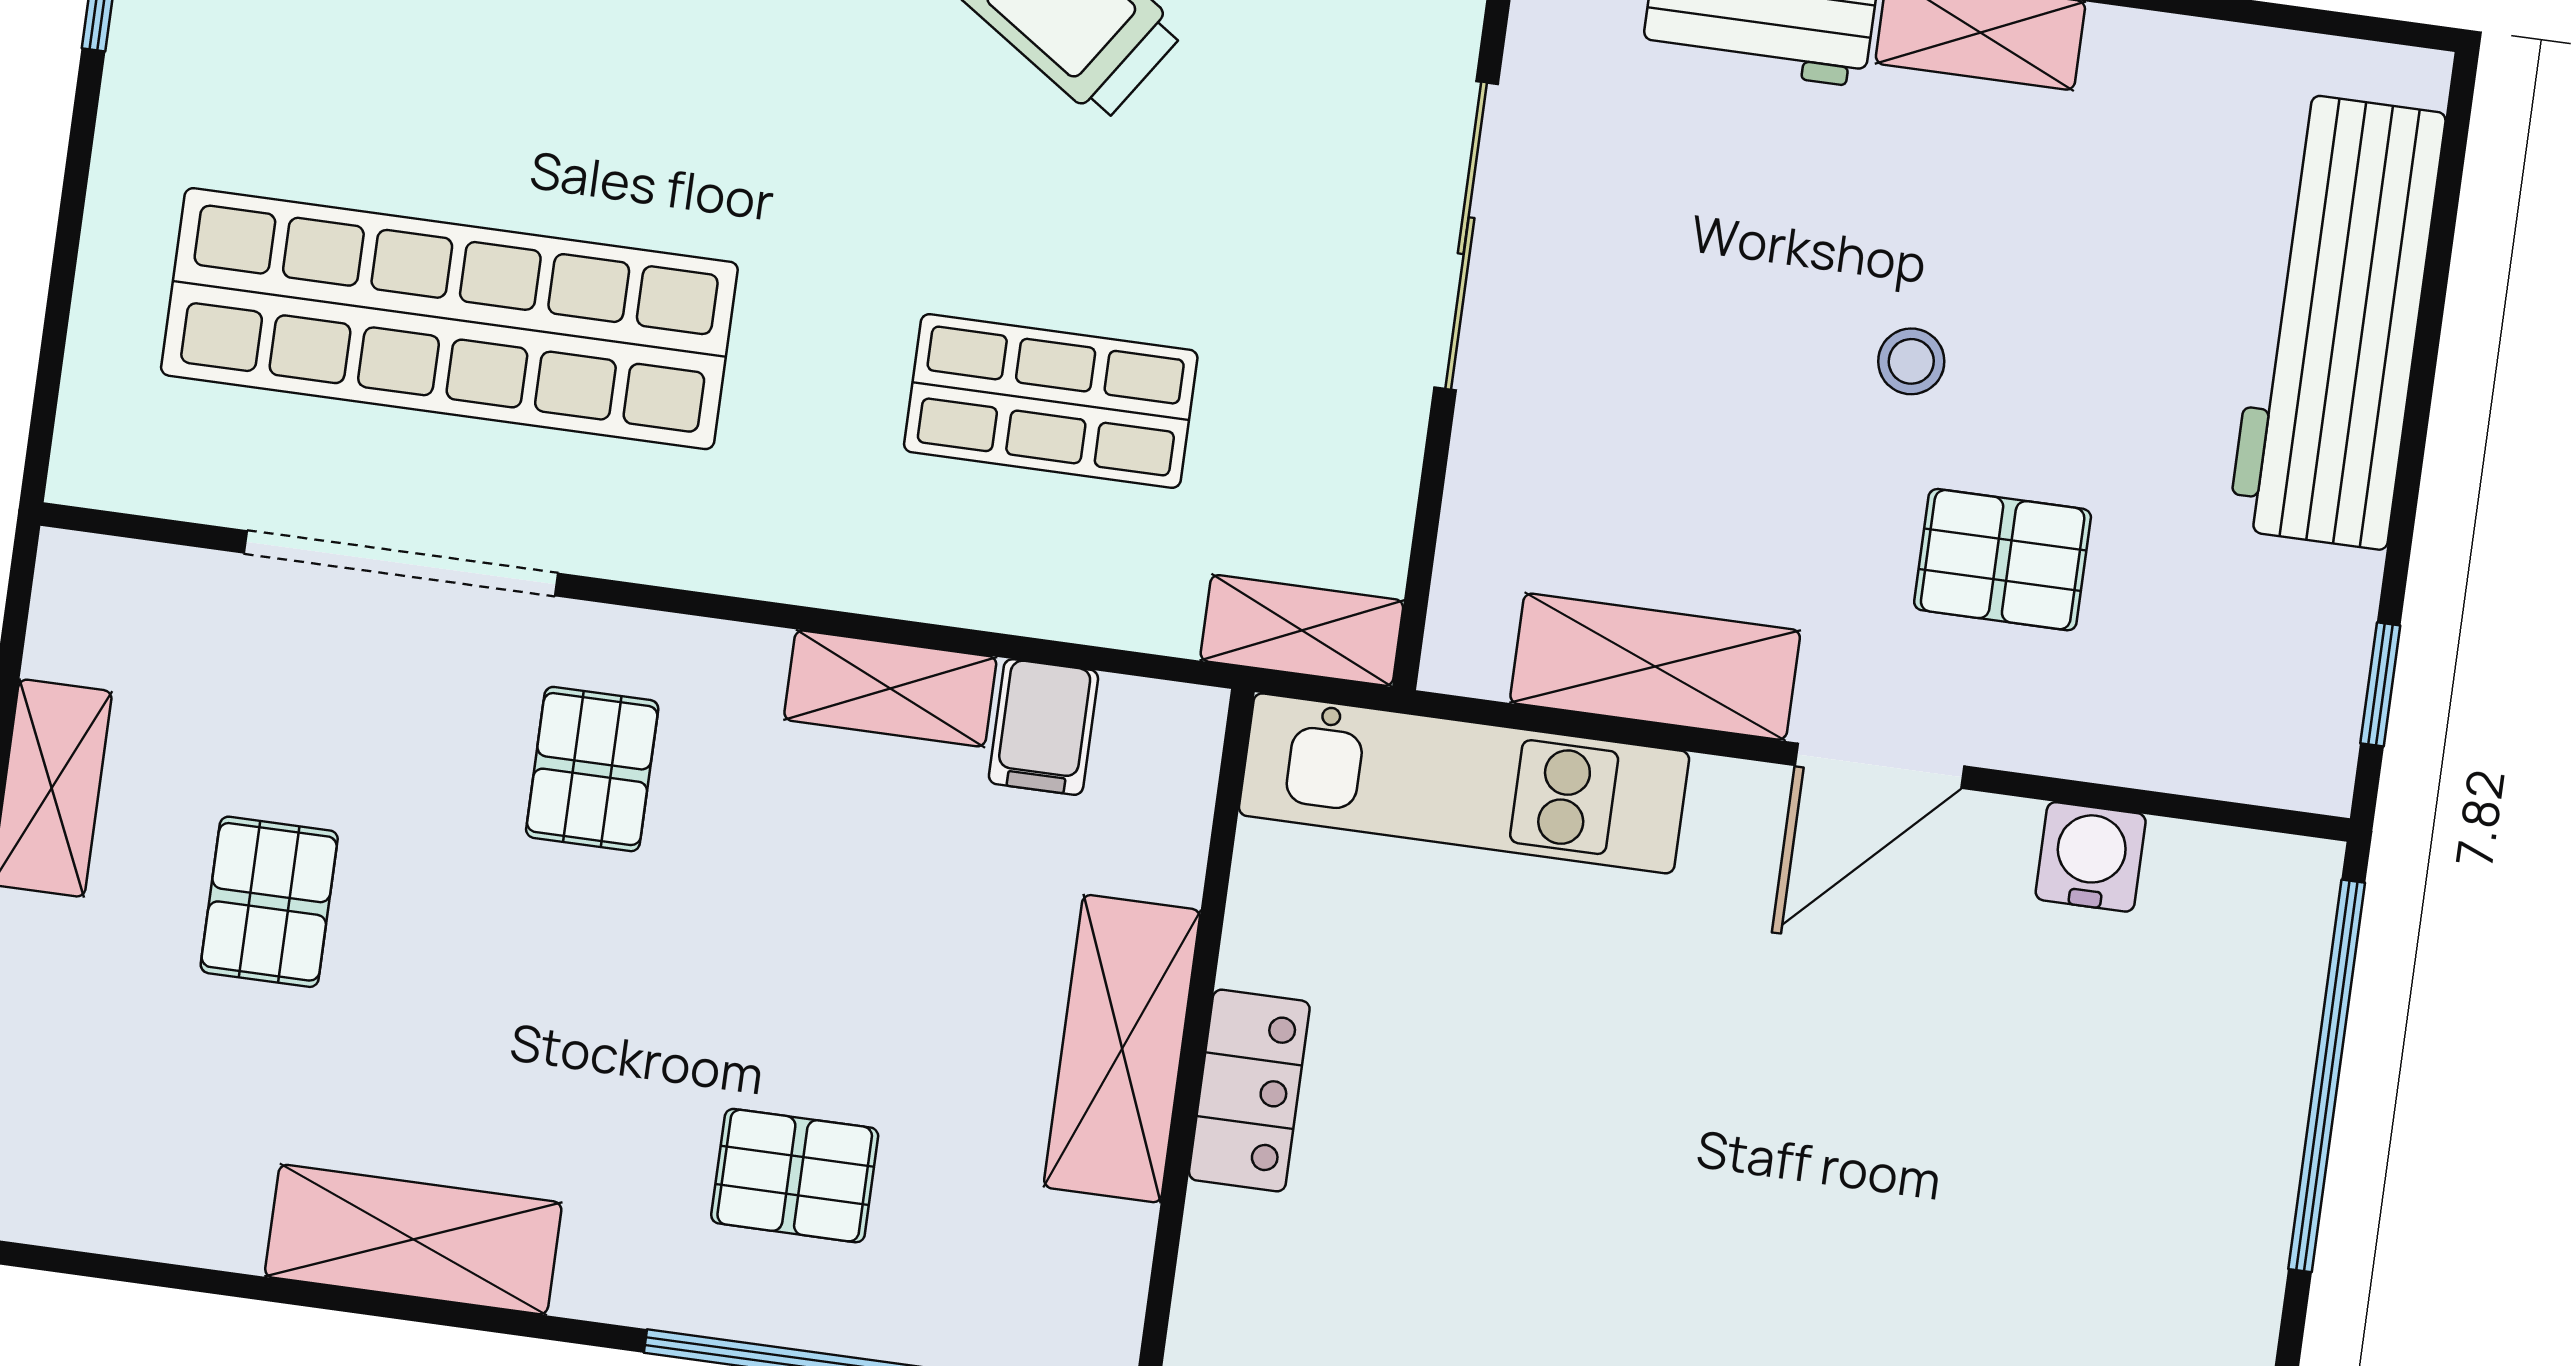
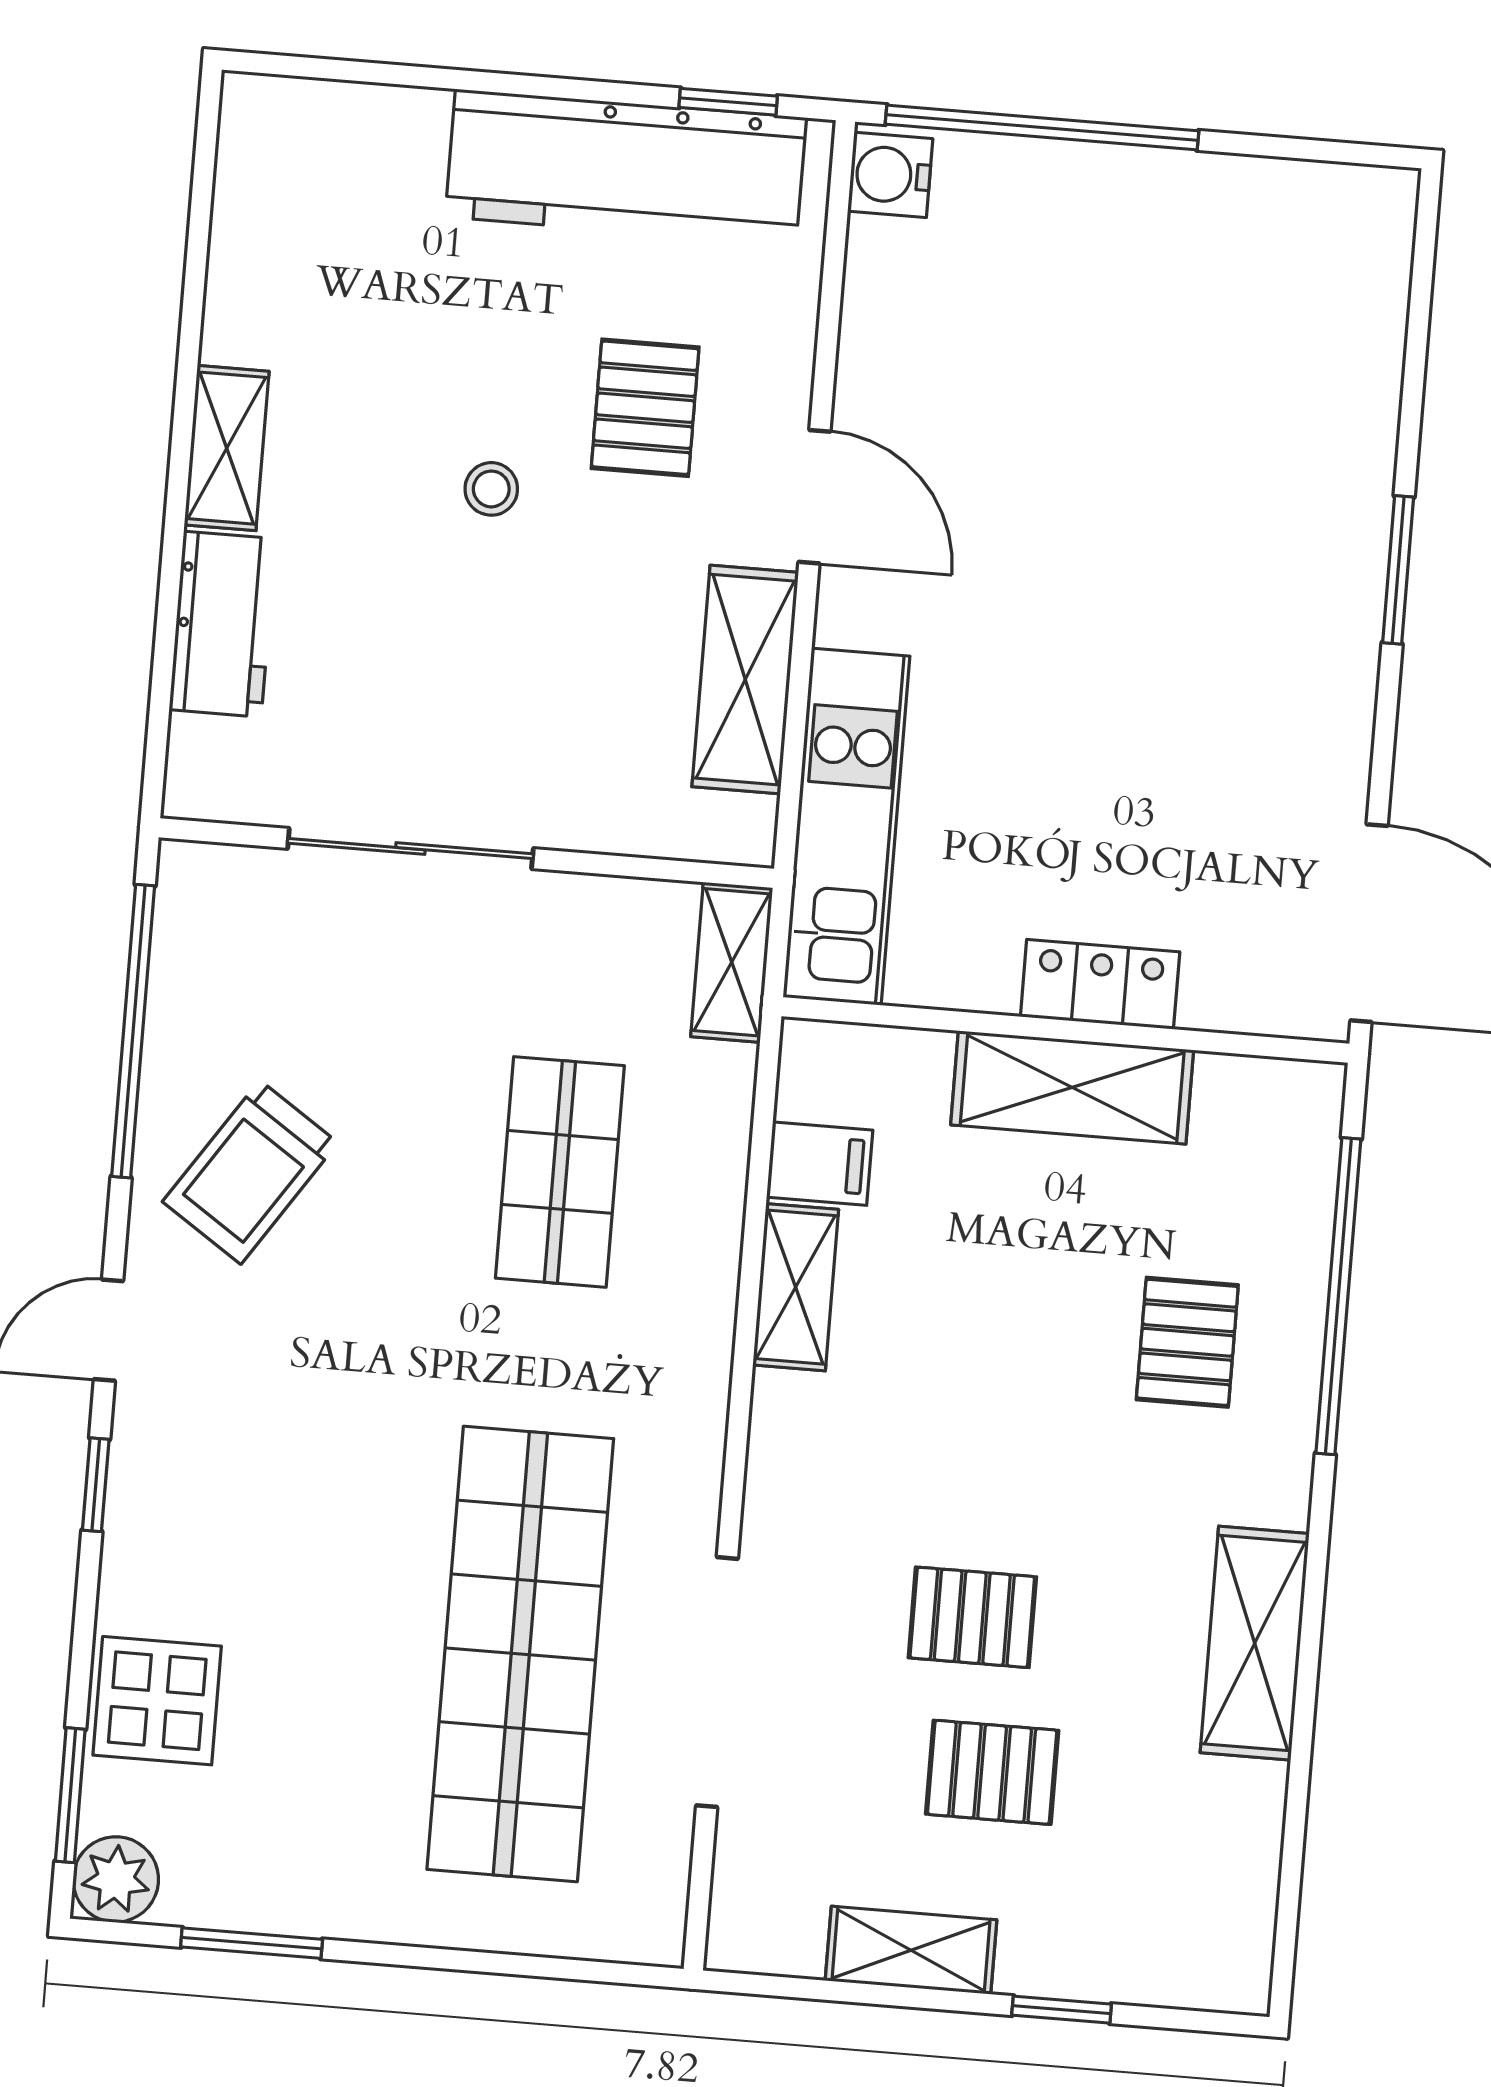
workbench: (2337, 321) -> (626, 167), moved
pallet: (592, 769) -> (972, 1617), moved
water cooler: (2091, 857) -> (890, 175), moved

